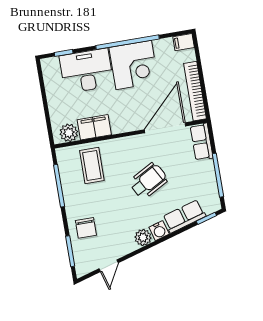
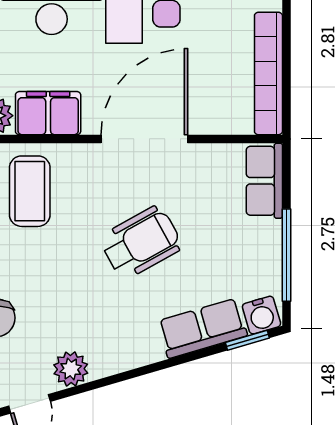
door: (165, 128) -> (144, 139), moved
water cooler: (159, 231) -> (261, 315), moved
plant: (143, 237) -> (71, 369), moved

